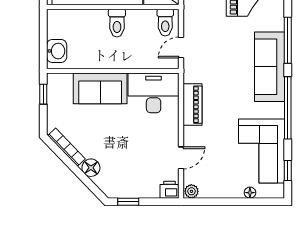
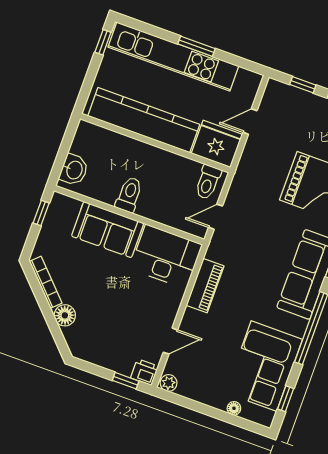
toilet: (117, 23) -> (129, 195), moved, turned 180
window: (128, 202) -> (126, 381), moved

